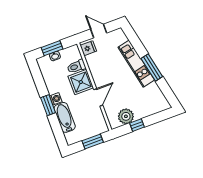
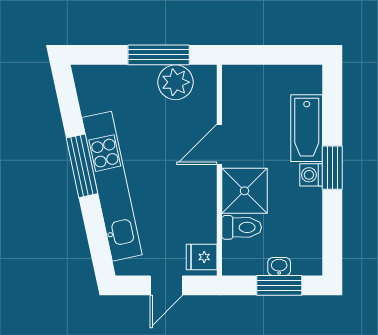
door: (99, 31) -> (166, 285), hinge flipped
kitchen unit: (136, 64) -> (112, 186), width x1.36
window: (137, 125) -> (159, 55), width x2.17
window: (93, 142) -> (266, 55), removed

